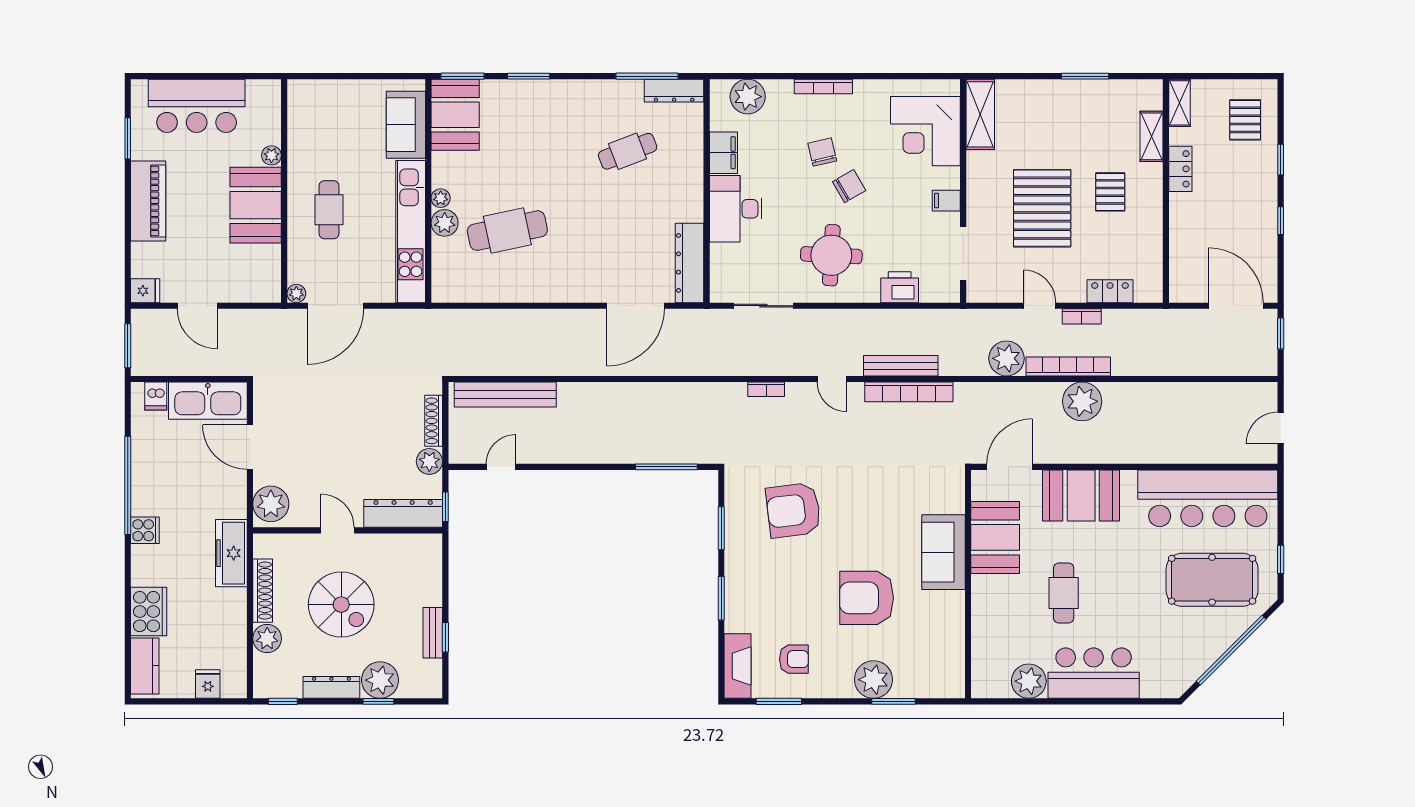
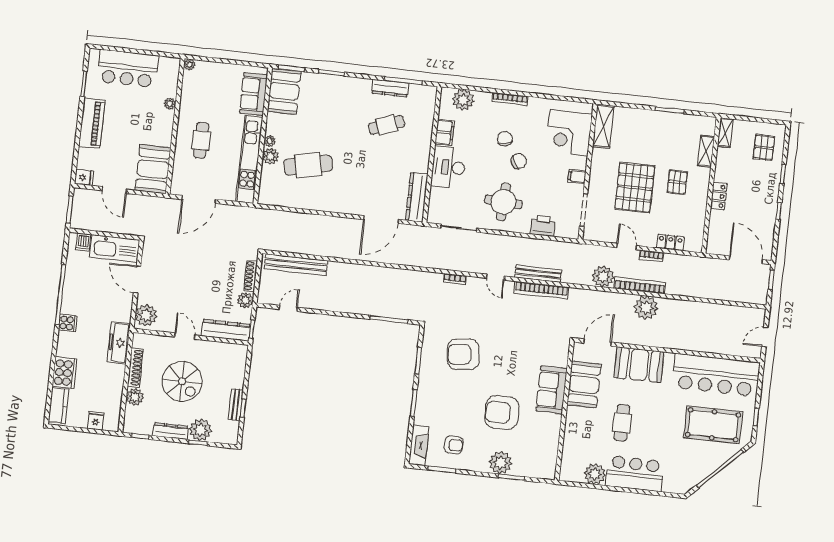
dresser: (674, 91) -> (390, 88), moved
locker: (1180, 169) -> (719, 196), moved
booth: (256, 205) -> (153, 169), moved
plant: (296, 293) -> (189, 65), moved

